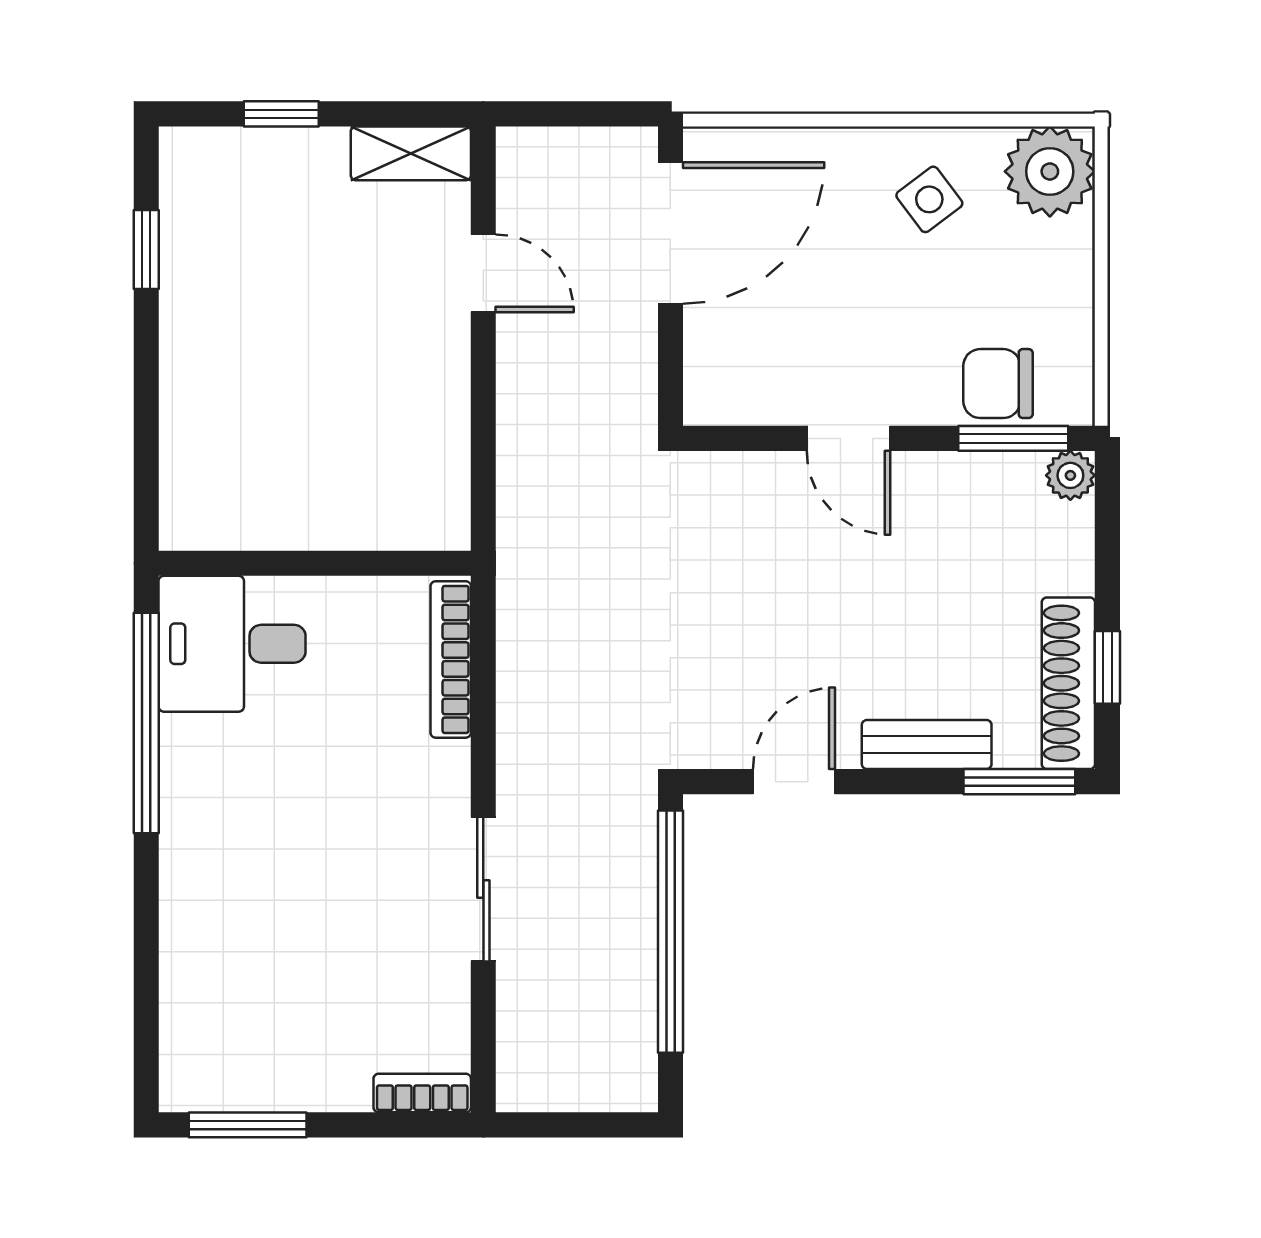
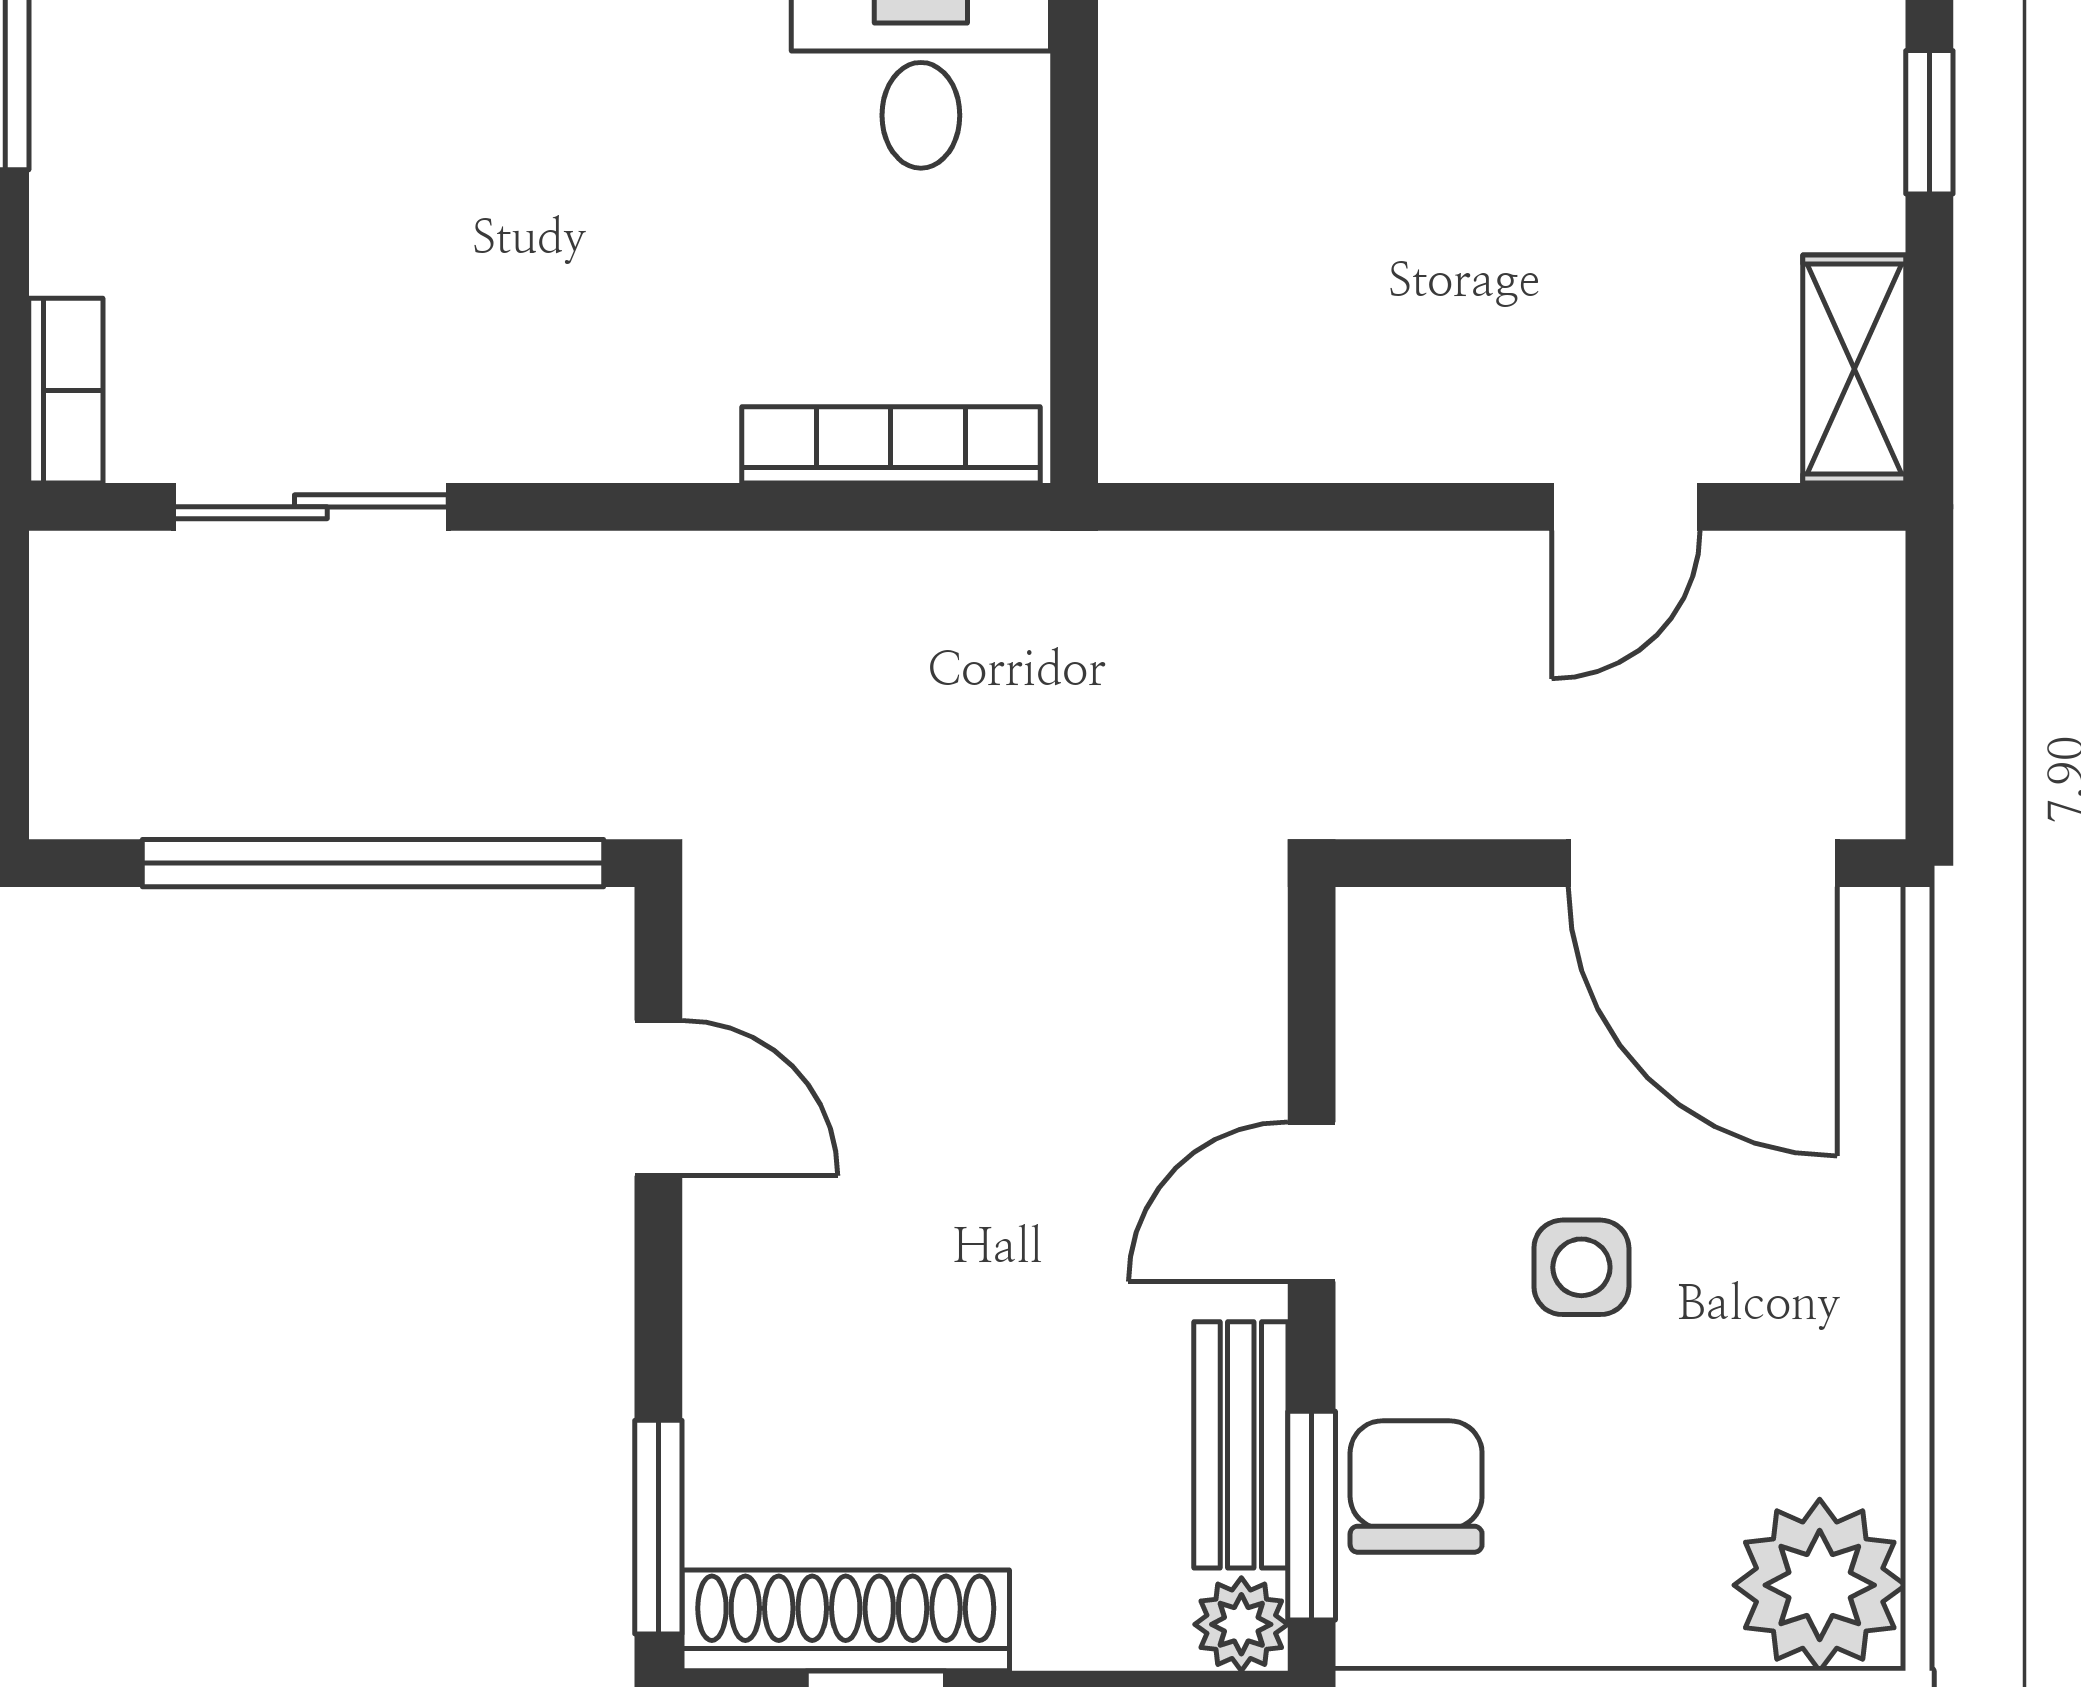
side table: (929, 199) -> (1581, 1267), moved, turned 37
bench: (927, 745) -> (1241, 1445), moved
sliding door: (483, 889) -> (311, 507), moved

